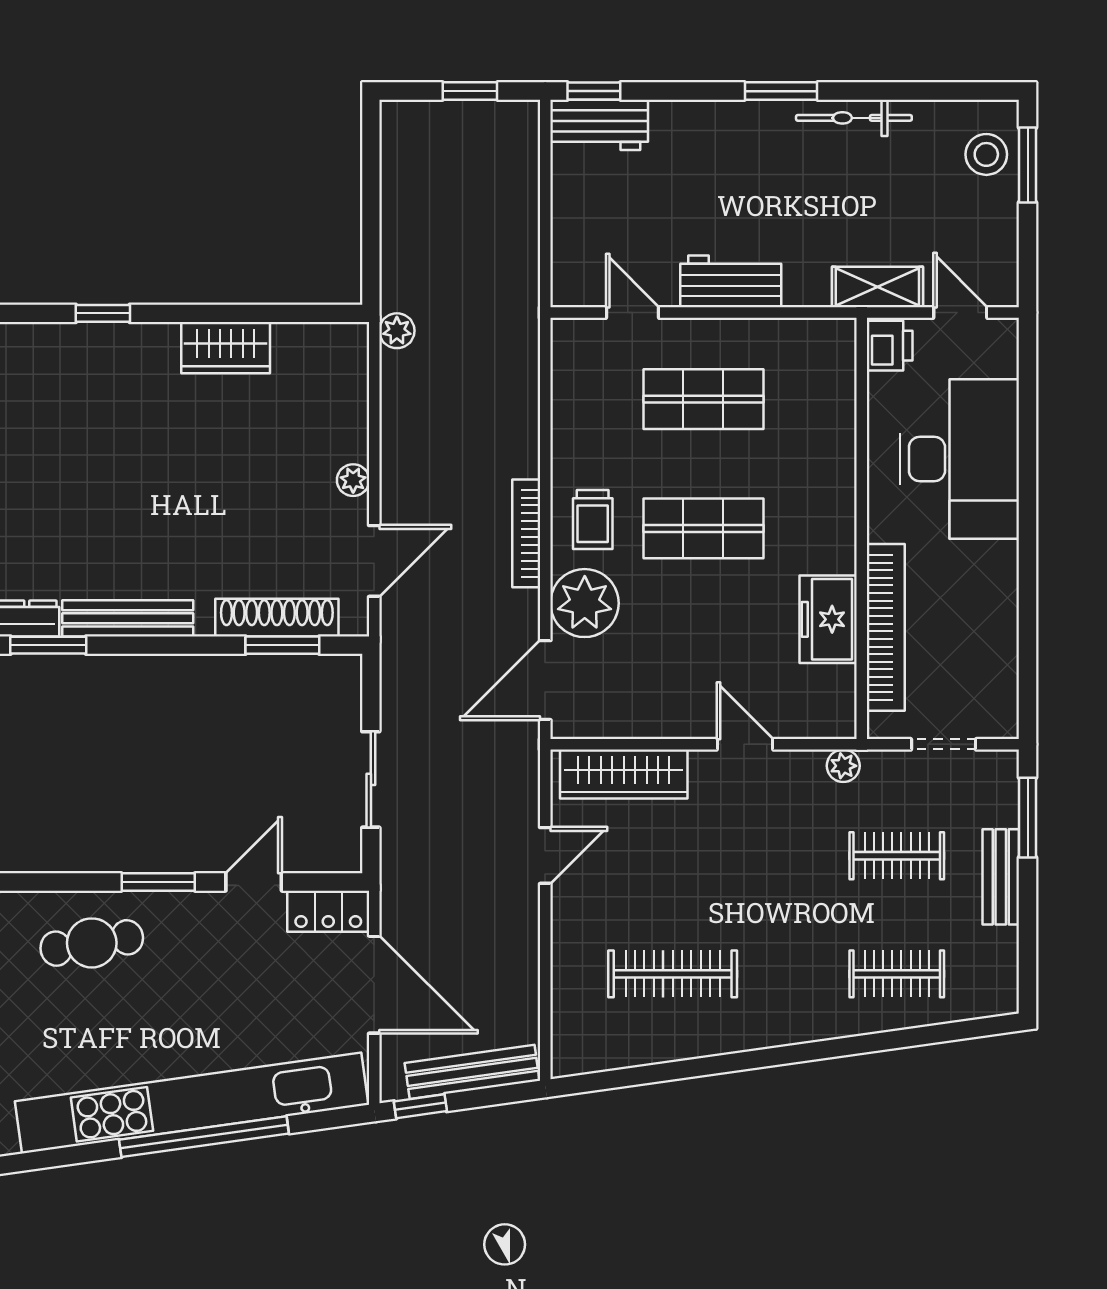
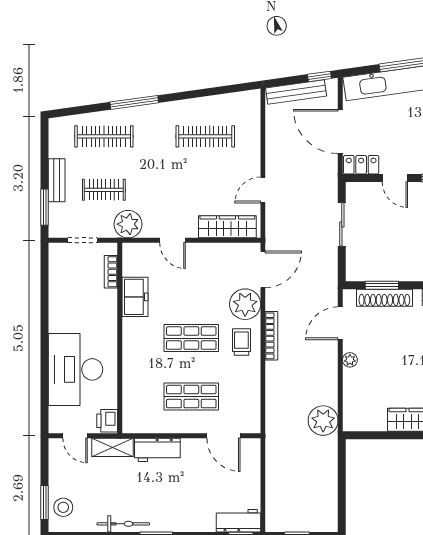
workbench: (731, 281) -> (157, 450), moved
door: (632, 313) -> (223, 436), width x1.38
plant: (397, 331) -> (323, 421), width x1.88, depth x1.88
bookcase: (886, 627) -> (111, 272), width x0.43, depth x0.76
plant: (843, 766) -> (128, 224), width x1.88, depth x1.88
door: (254, 882) -> (395, 178), hinge flipped
clothes rail: (897, 974) -> (104, 136), width x1.36
window: (830, 1049) -> (134, 102), added

